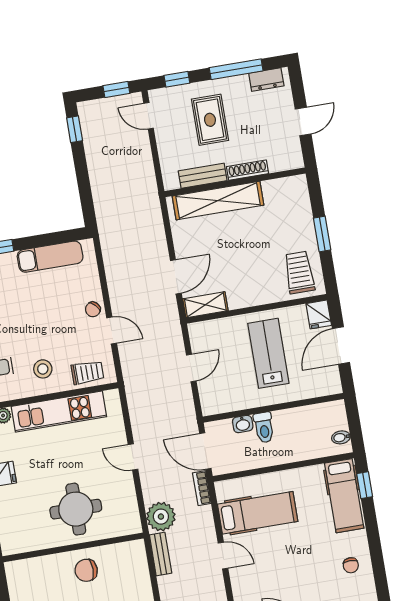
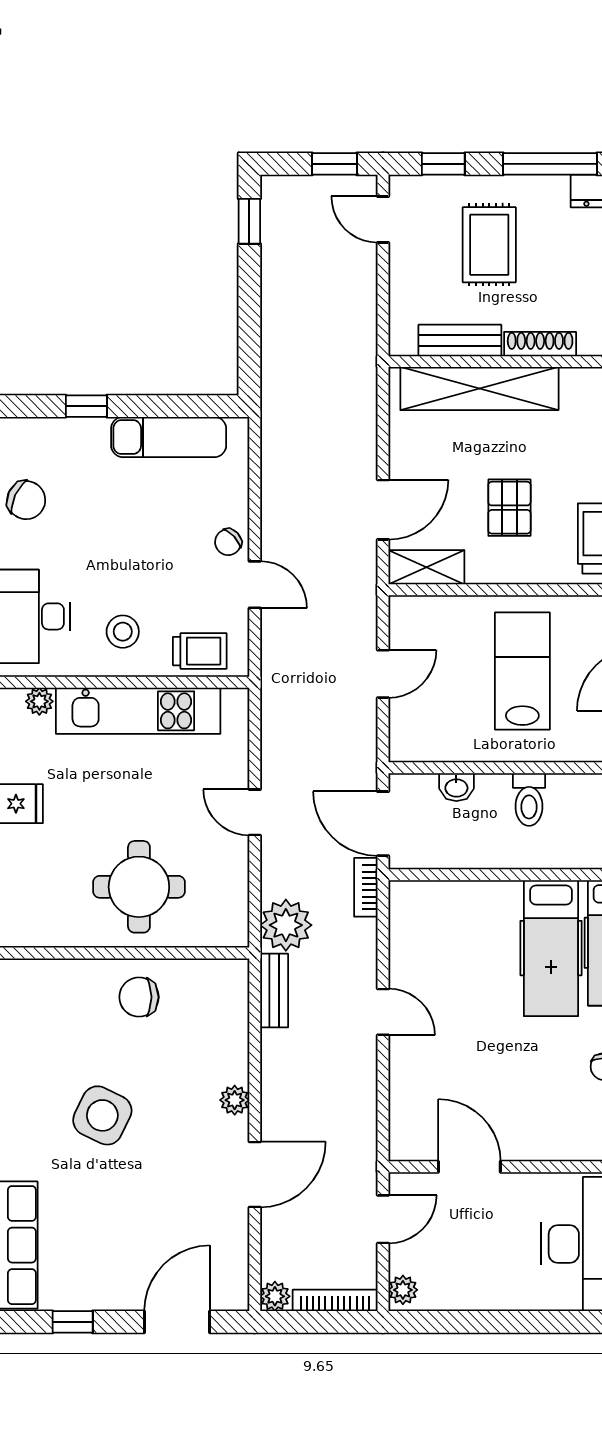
pallet: (246, 264) -> (509, 508), added
toilet: (264, 427) -> (529, 800), moved
hospital bed: (258, 513) -> (551, 948), moved, turned 90

